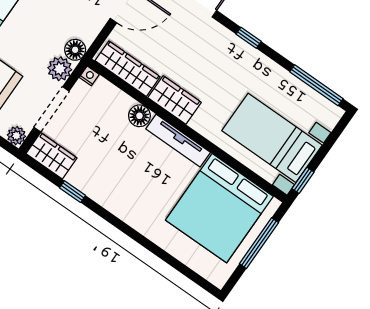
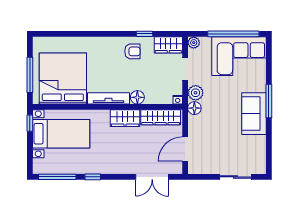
window: (249, 38) -> (93, 177), moved
doorway: (52, 109) -> (185, 69), width x0.73
armchair: (104, 180) -> (132, 51), added

